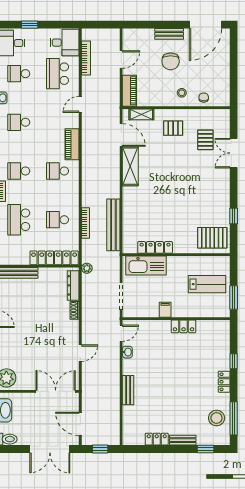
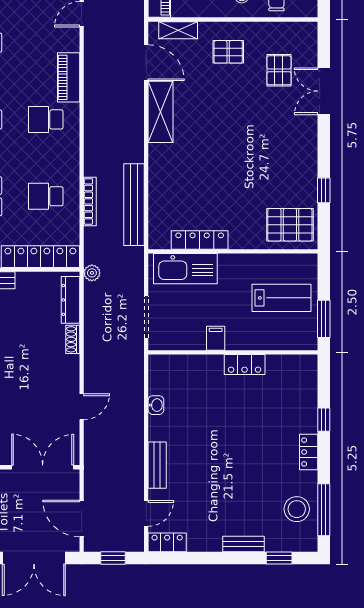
door: (121, 333) -> (146, 513), moved
locker: (157, 439) -> (167, 542), moved

